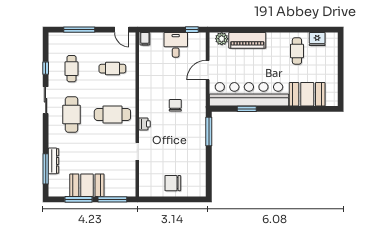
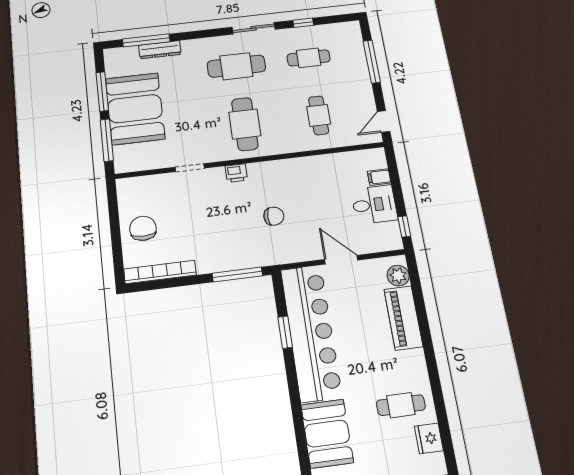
filing cabinet: (145, 39) -> (379, 177), moved
bookcase: (201, 176) -> (160, 272), added
booth: (87, 185) -> (135, 109), width x1.36, depth x1.42

